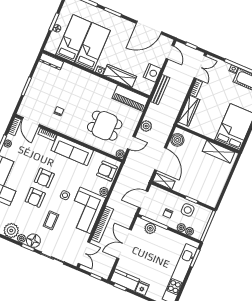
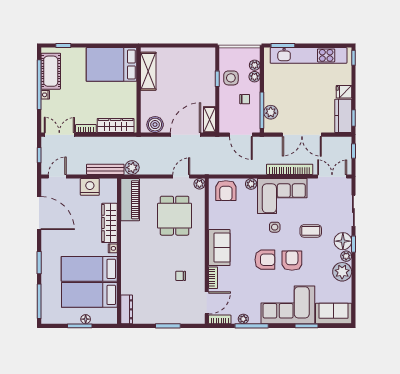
plant: (146, 126) -> (132, 168), moved
door: (131, 143) -> (181, 177), hinge flipped
sofa: (72, 150) -> (219, 248), width x0.73
armchair: (35, 197) -> (292, 261), turned -90

